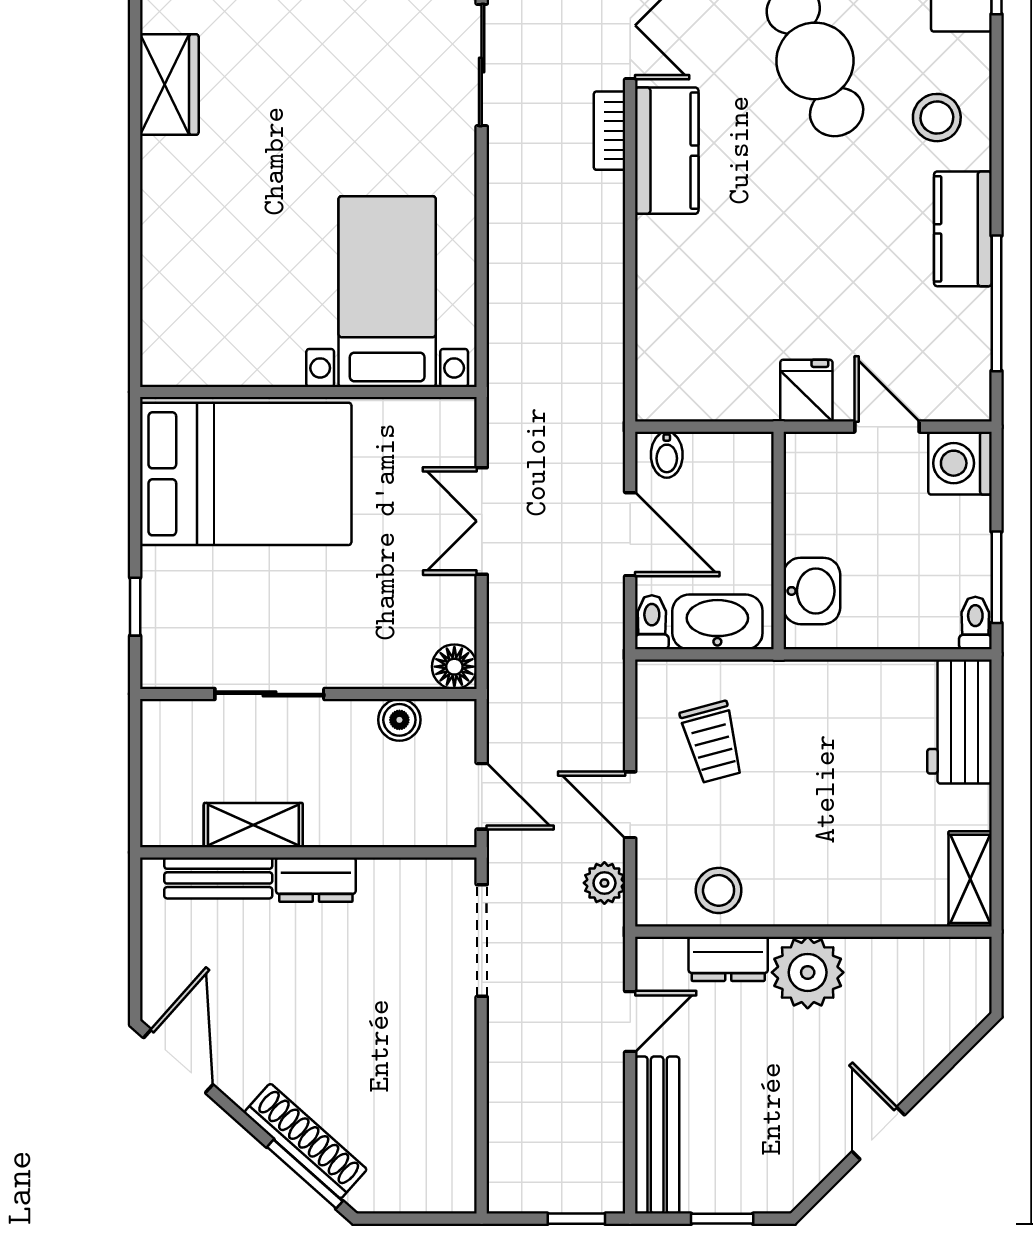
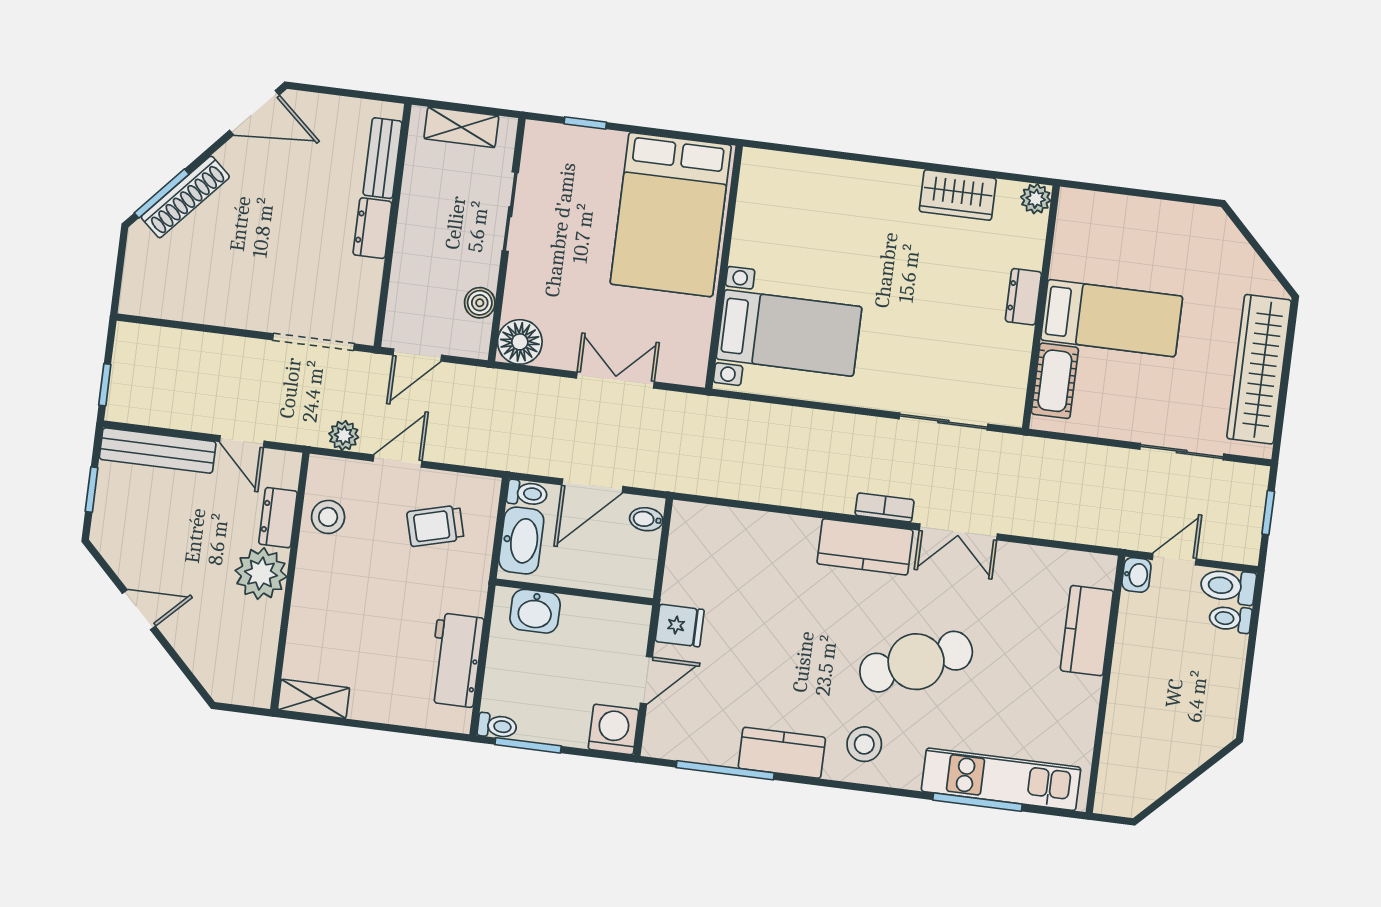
floor lamp: (454, 667) -> (520, 342), width x1.38, depth x1.38
workbench: (959, 721) -> (455, 660), moved, turned -90
shelving: (253, 825) -> (461, 127), moved, turned 90

